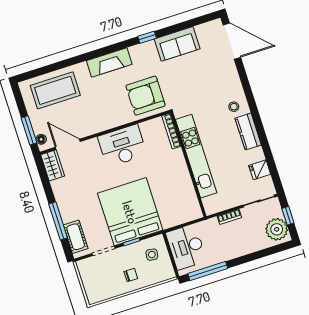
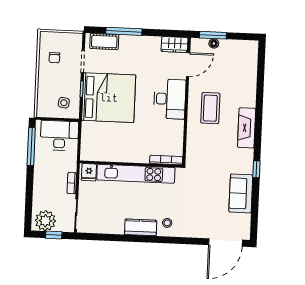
coffee table: (55, 90) -> (210, 108), moved, width x0.73, depth x0.76
armchair: (146, 96) -> (206, 149), removed
floor lamp: (41, 139) -> (214, 43), moved
desk: (122, 146) -> (170, 99), moved
fridge: (260, 170) -> (89, 172), moved, turned 180
chair: (131, 275) -> (54, 58), moved

